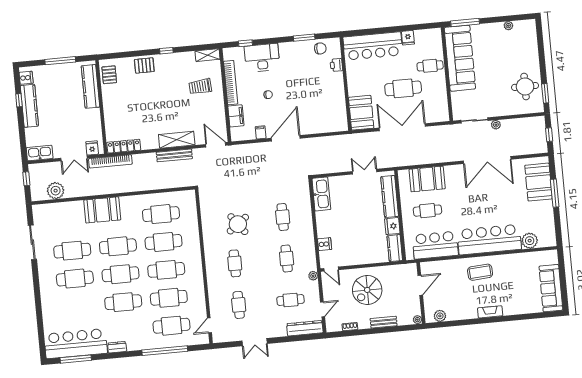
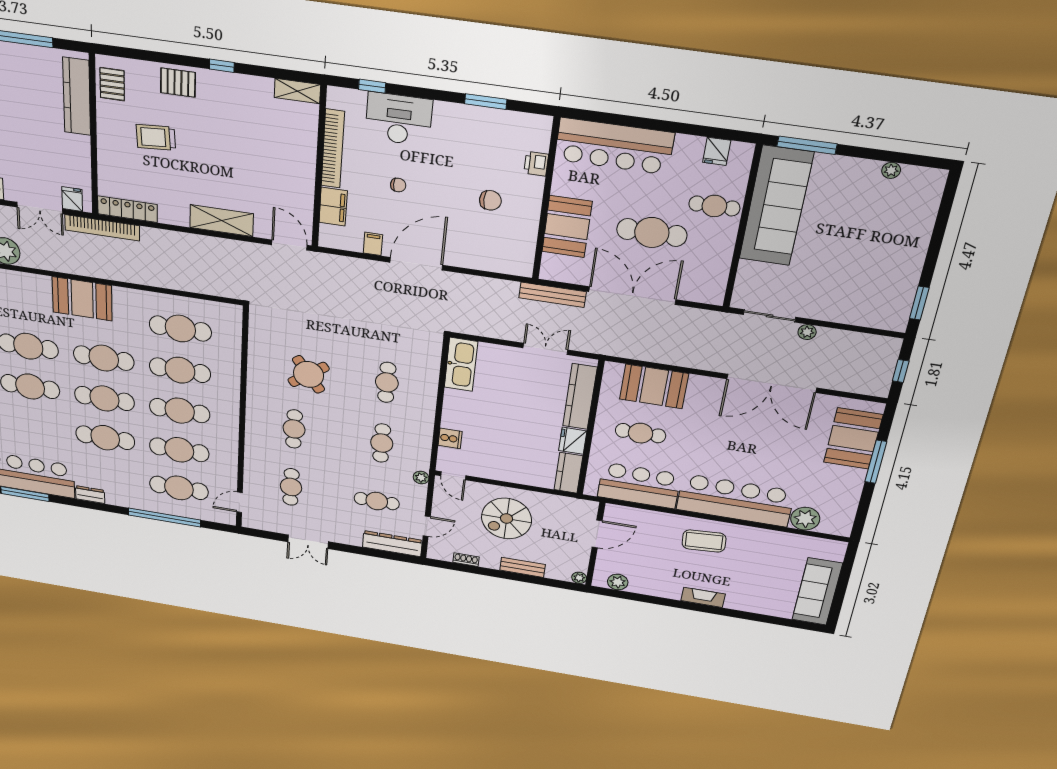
fridge: (408, 38) -> (717, 151), moved
chair: (320, 48) -> (490, 200), moved
trolley: (200, 86) -> (156, 137), moved
round table: (525, 86) -> (885, 283), removed
booth: (361, 113) -> (567, 227), moved
bench: (174, 155) -> (553, 295), moved

